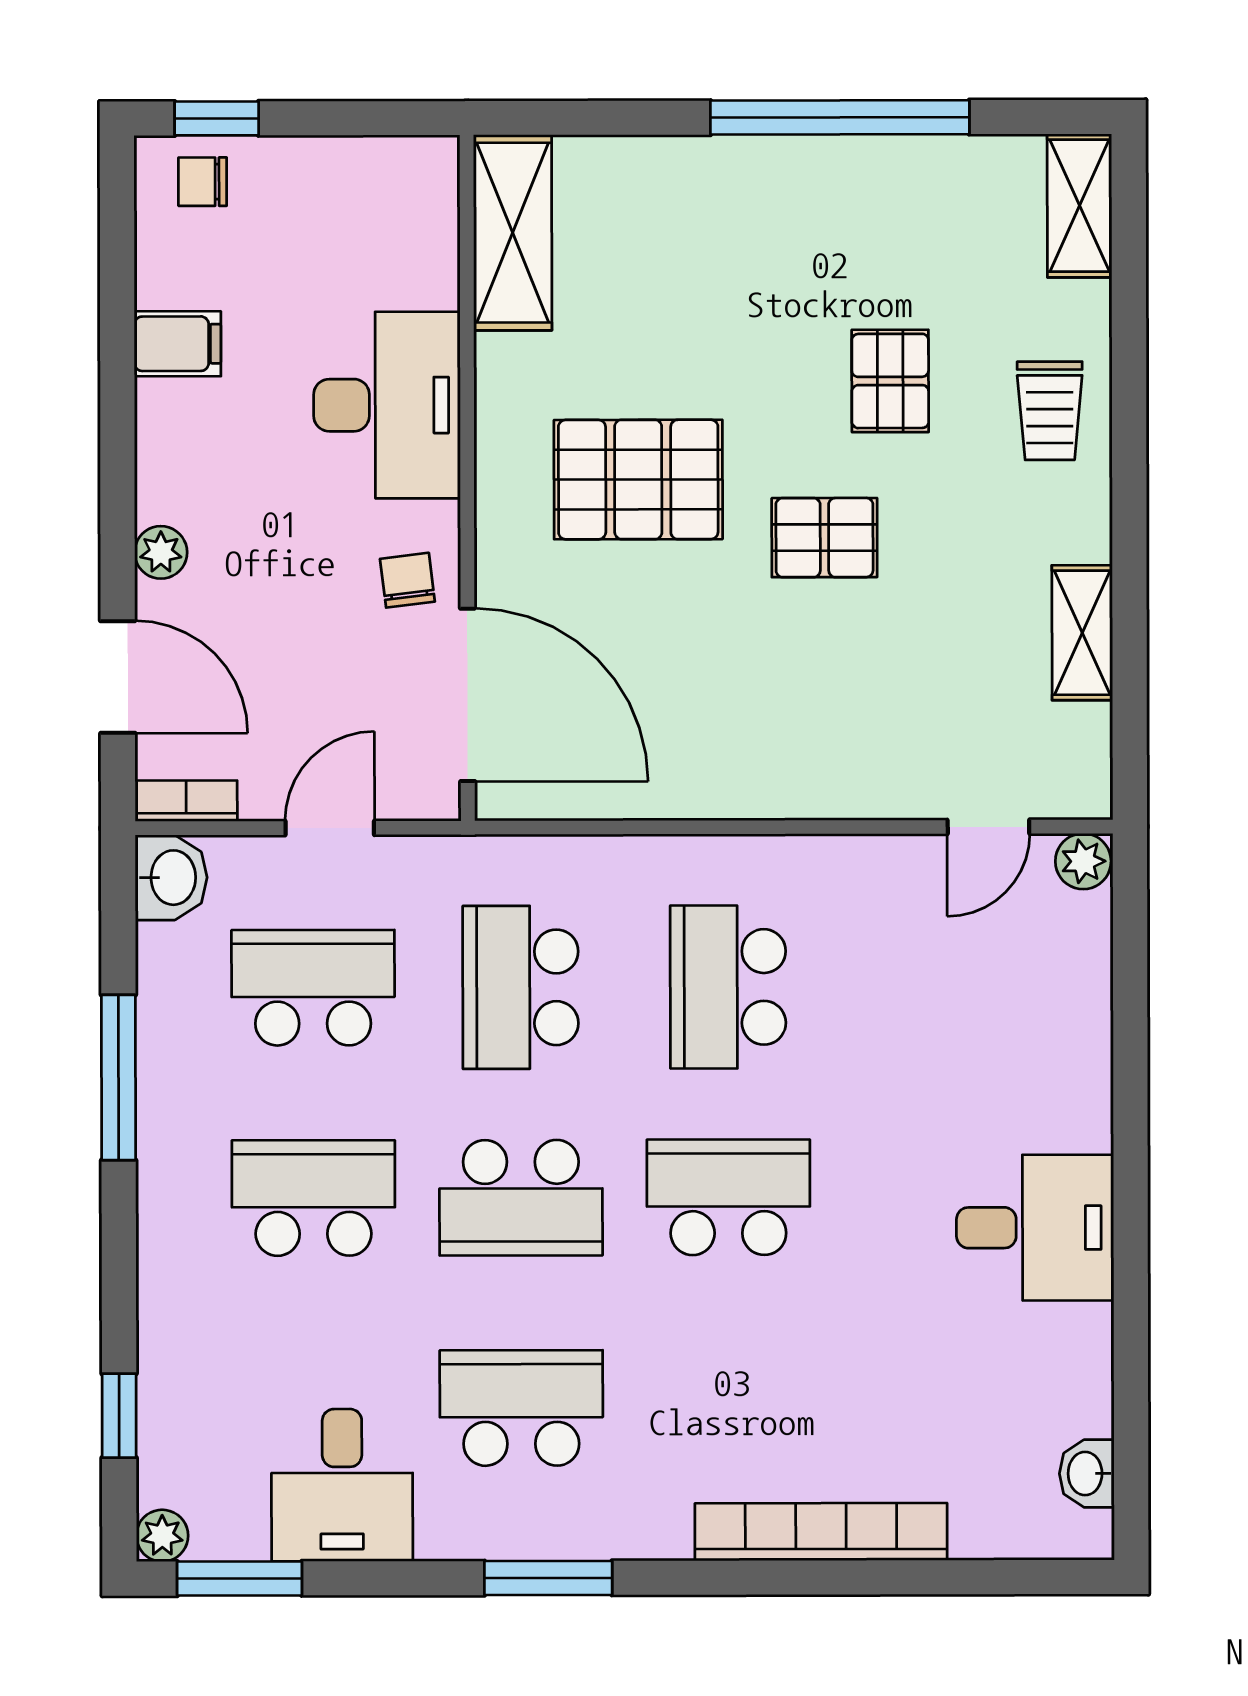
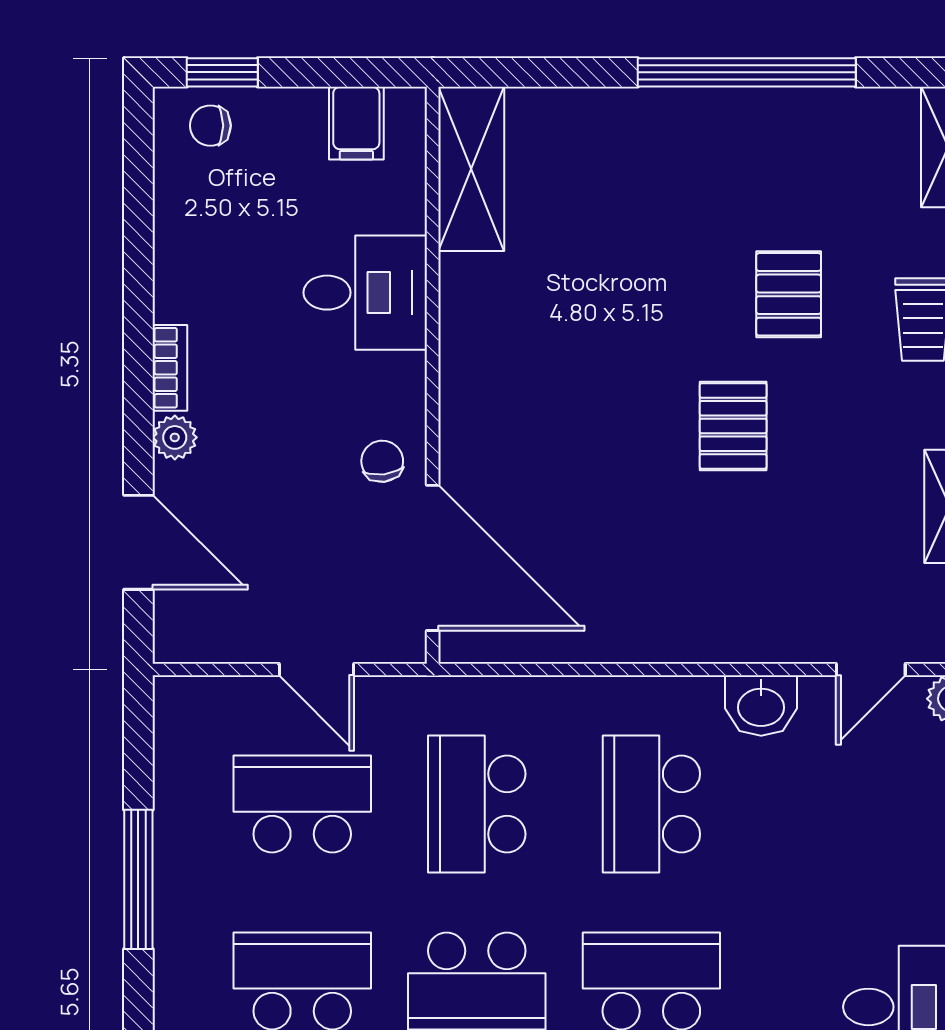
filing cabinet: (178, 344) -> (356, 123), moved, turned 90
desk: (387, 405) -> (365, 293), width x0.73
pallet: (638, 480) -> (577, 377), removed
pallet: (824, 538) -> (733, 426), turned 90
bookcase: (186, 801) -> (170, 368), moved, turned 90
door: (330, 828) -> (316, 670), swing flipped
washbasin: (171, 878) -> (761, 706), moved, turned 90

